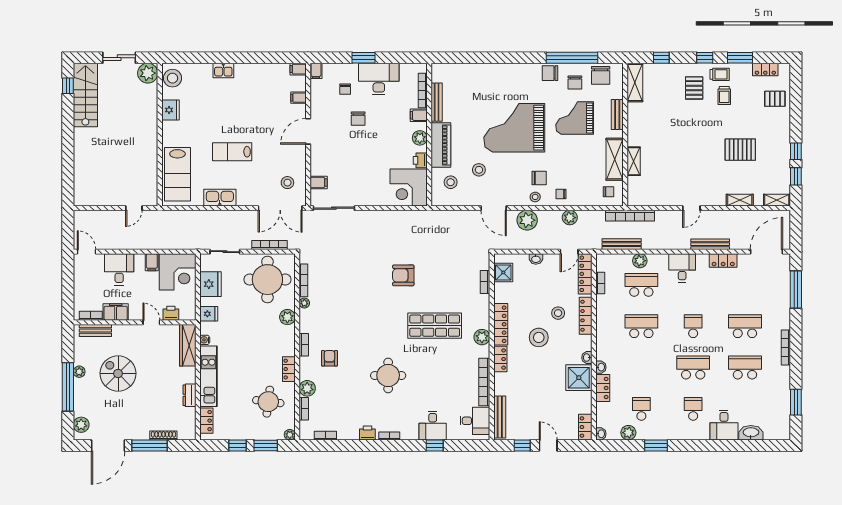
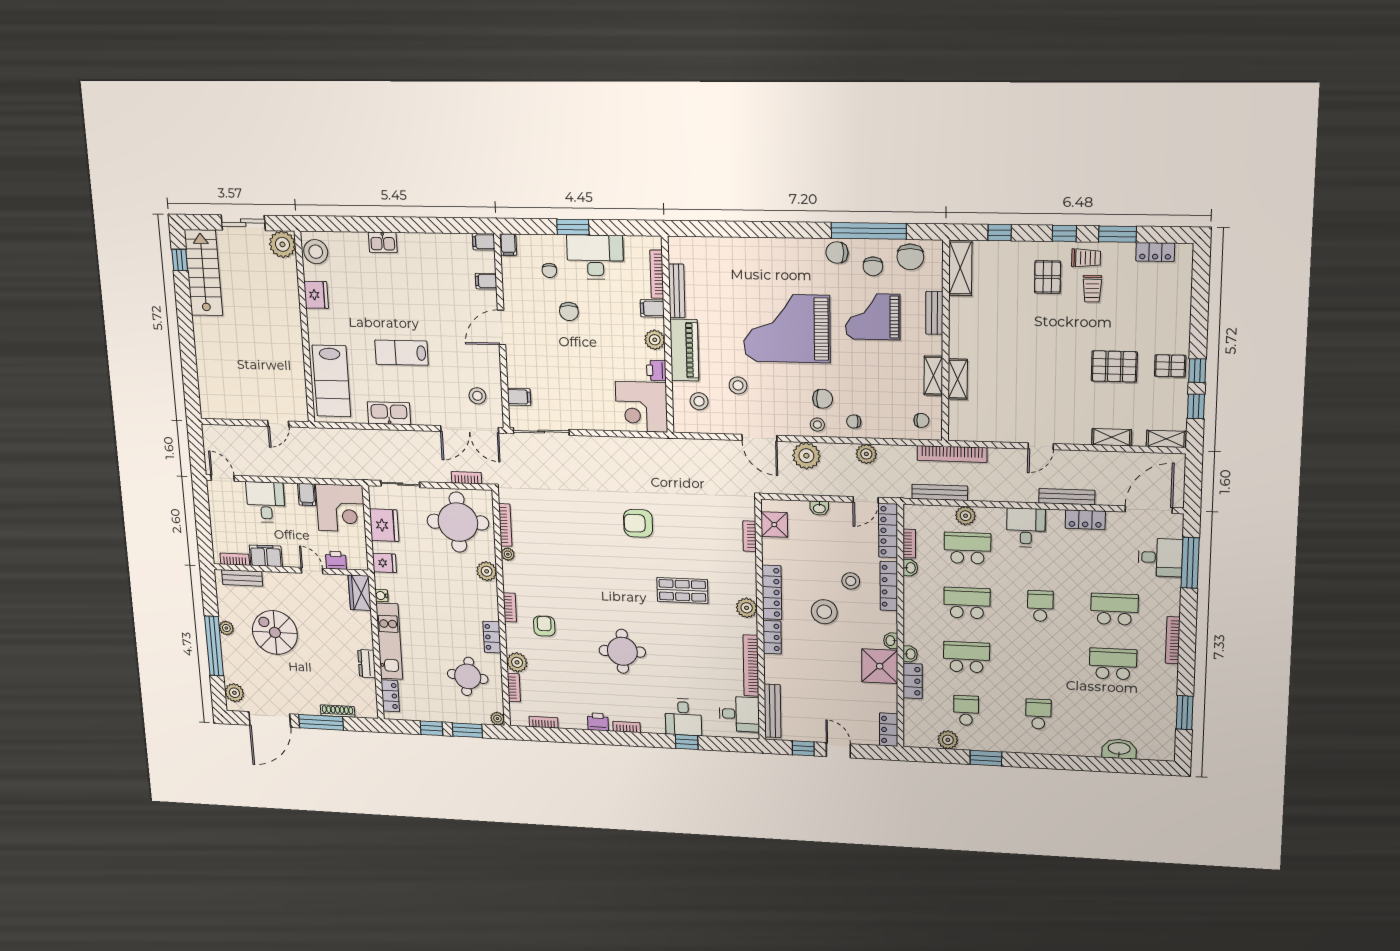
pallet: (775, 99) -> (1170, 366), moved
shelving: (615, 159) -> (933, 376), width x0.67, depth x0.75
bookcase: (270, 245) -> (466, 478), width x0.64
shop shelf: (435, 326) -> (682, 590), width x0.70, depth x0.74
wardrobe: (188, 345) -> (360, 593), width x0.67
school desk: (693, 368) -> (967, 657), moved
desk: (724, 425) -> (1160, 557), moved, turned -90
washbasin: (601, 434) -> (910, 568), moved

